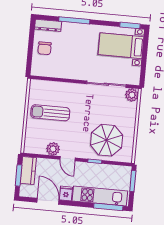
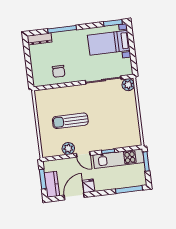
chair: (45, 48) -> (59, 71), moved
sun lounger: (50, 113) -> (70, 121), moved
parasol: (107, 140) -> (114, 130), removed
kitchen counter: (28, 170) -> (52, 184), moved
kitchen unit: (100, 196) -> (119, 159), moved, turned 180
door: (48, 201) -> (74, 196), hinge flipped

